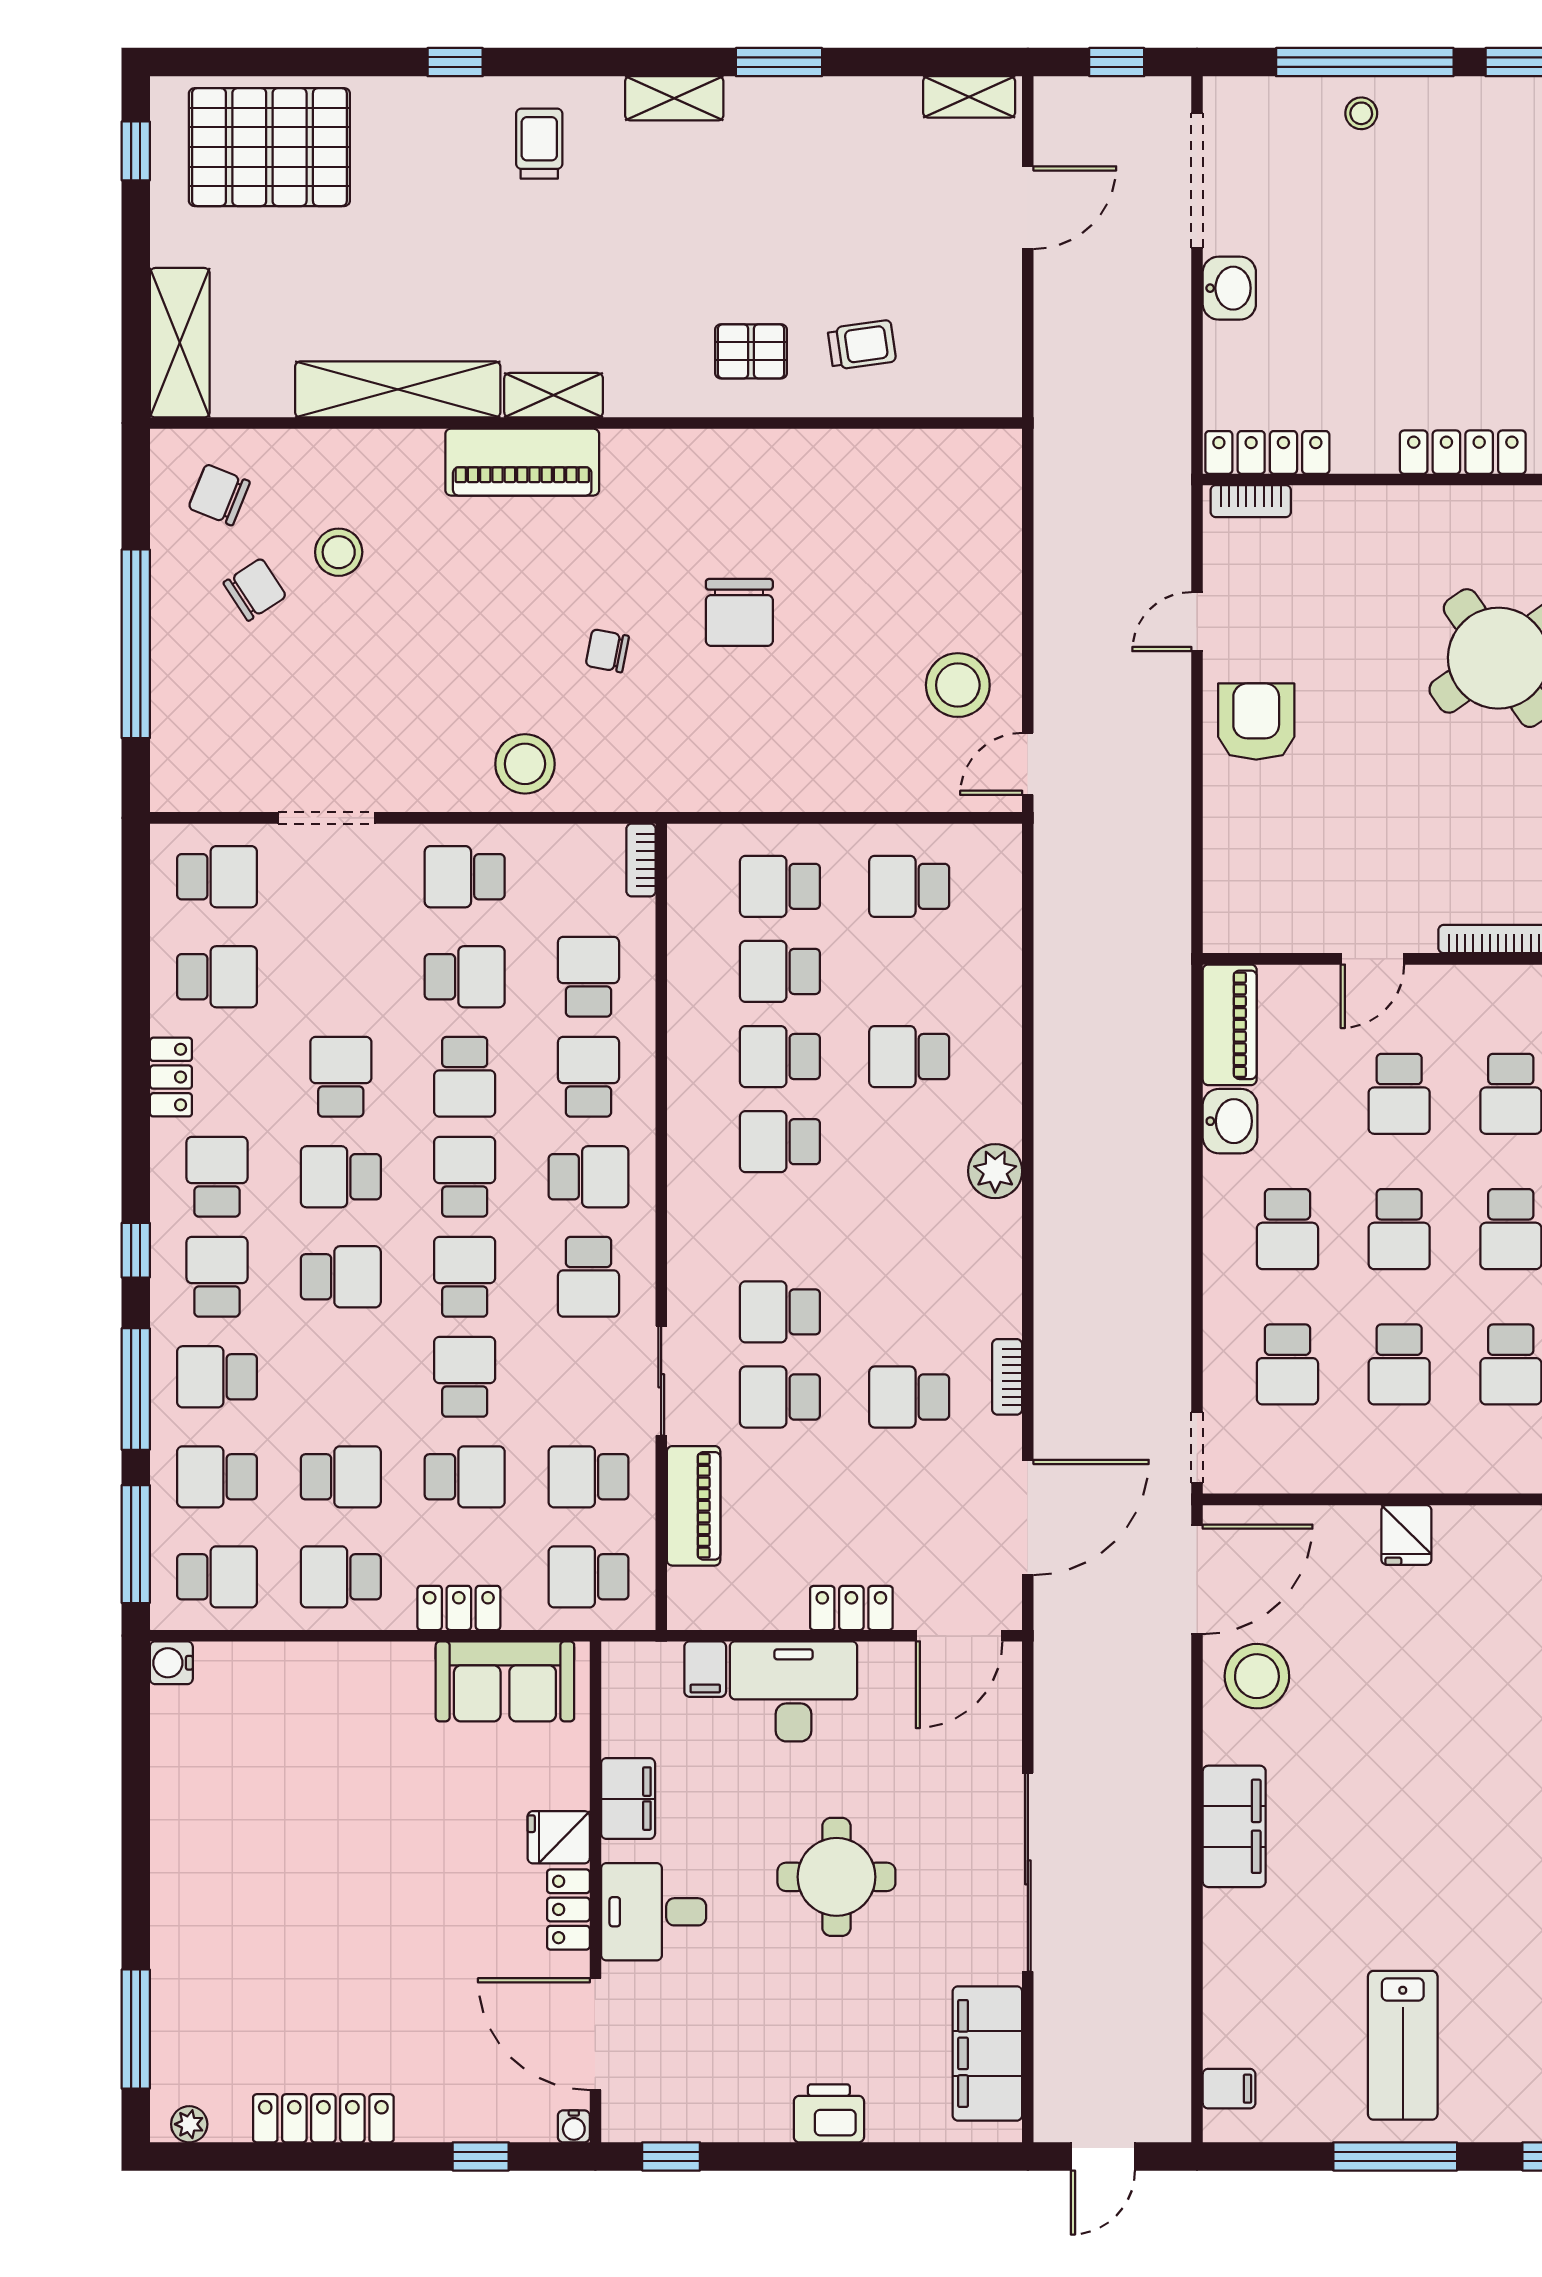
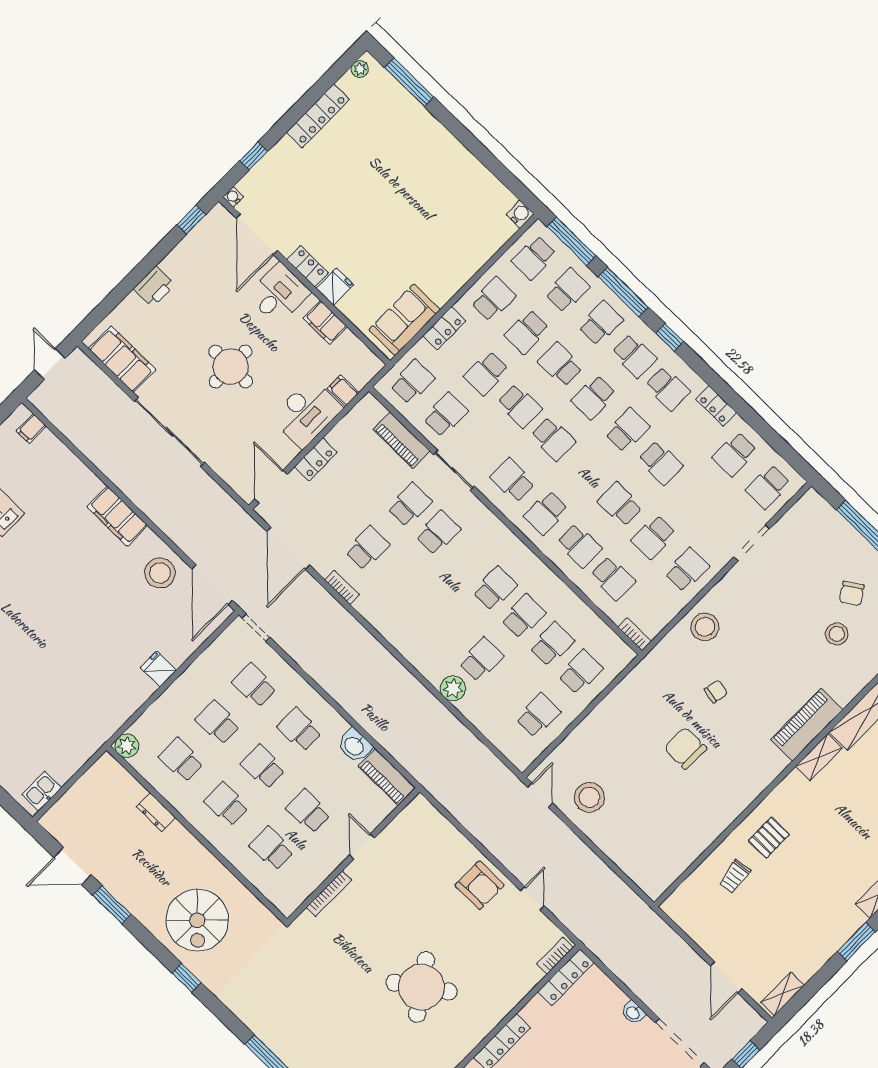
washbasin: (1229, 288) -> (633, 1013), width x0.72, depth x0.69
plant: (995, 1171) -> (453, 688), moved
school desk: (465, 1177) -> (560, 365), moved, turned 180
door: (595, 2034) -> (257, 234), swing flipped

